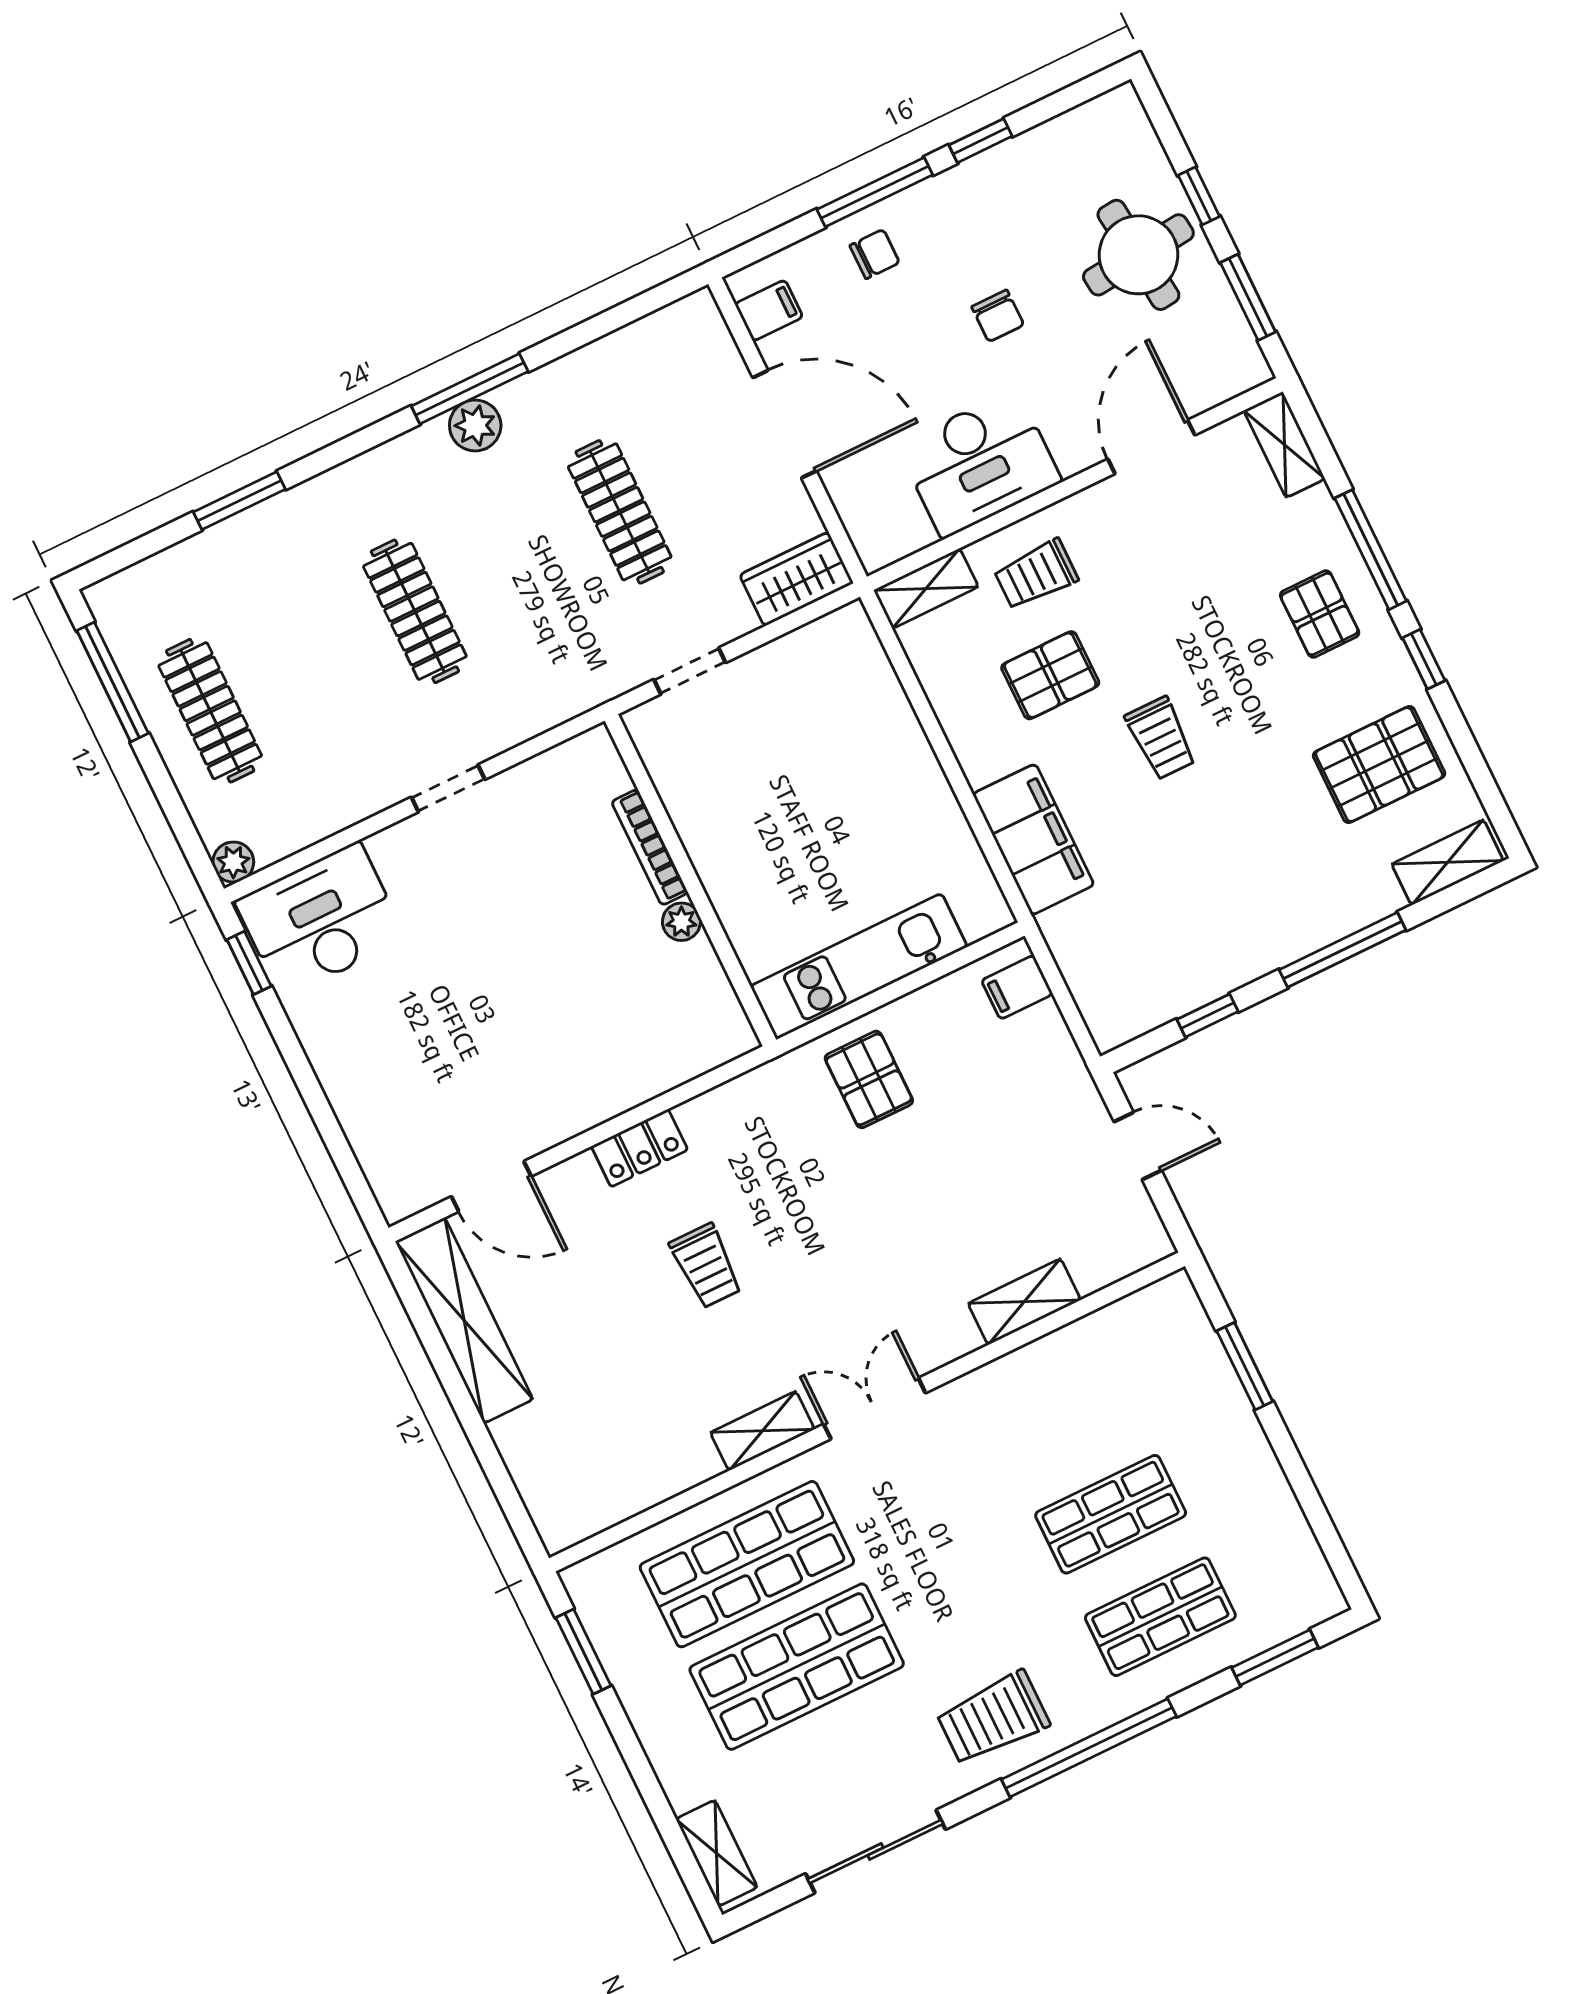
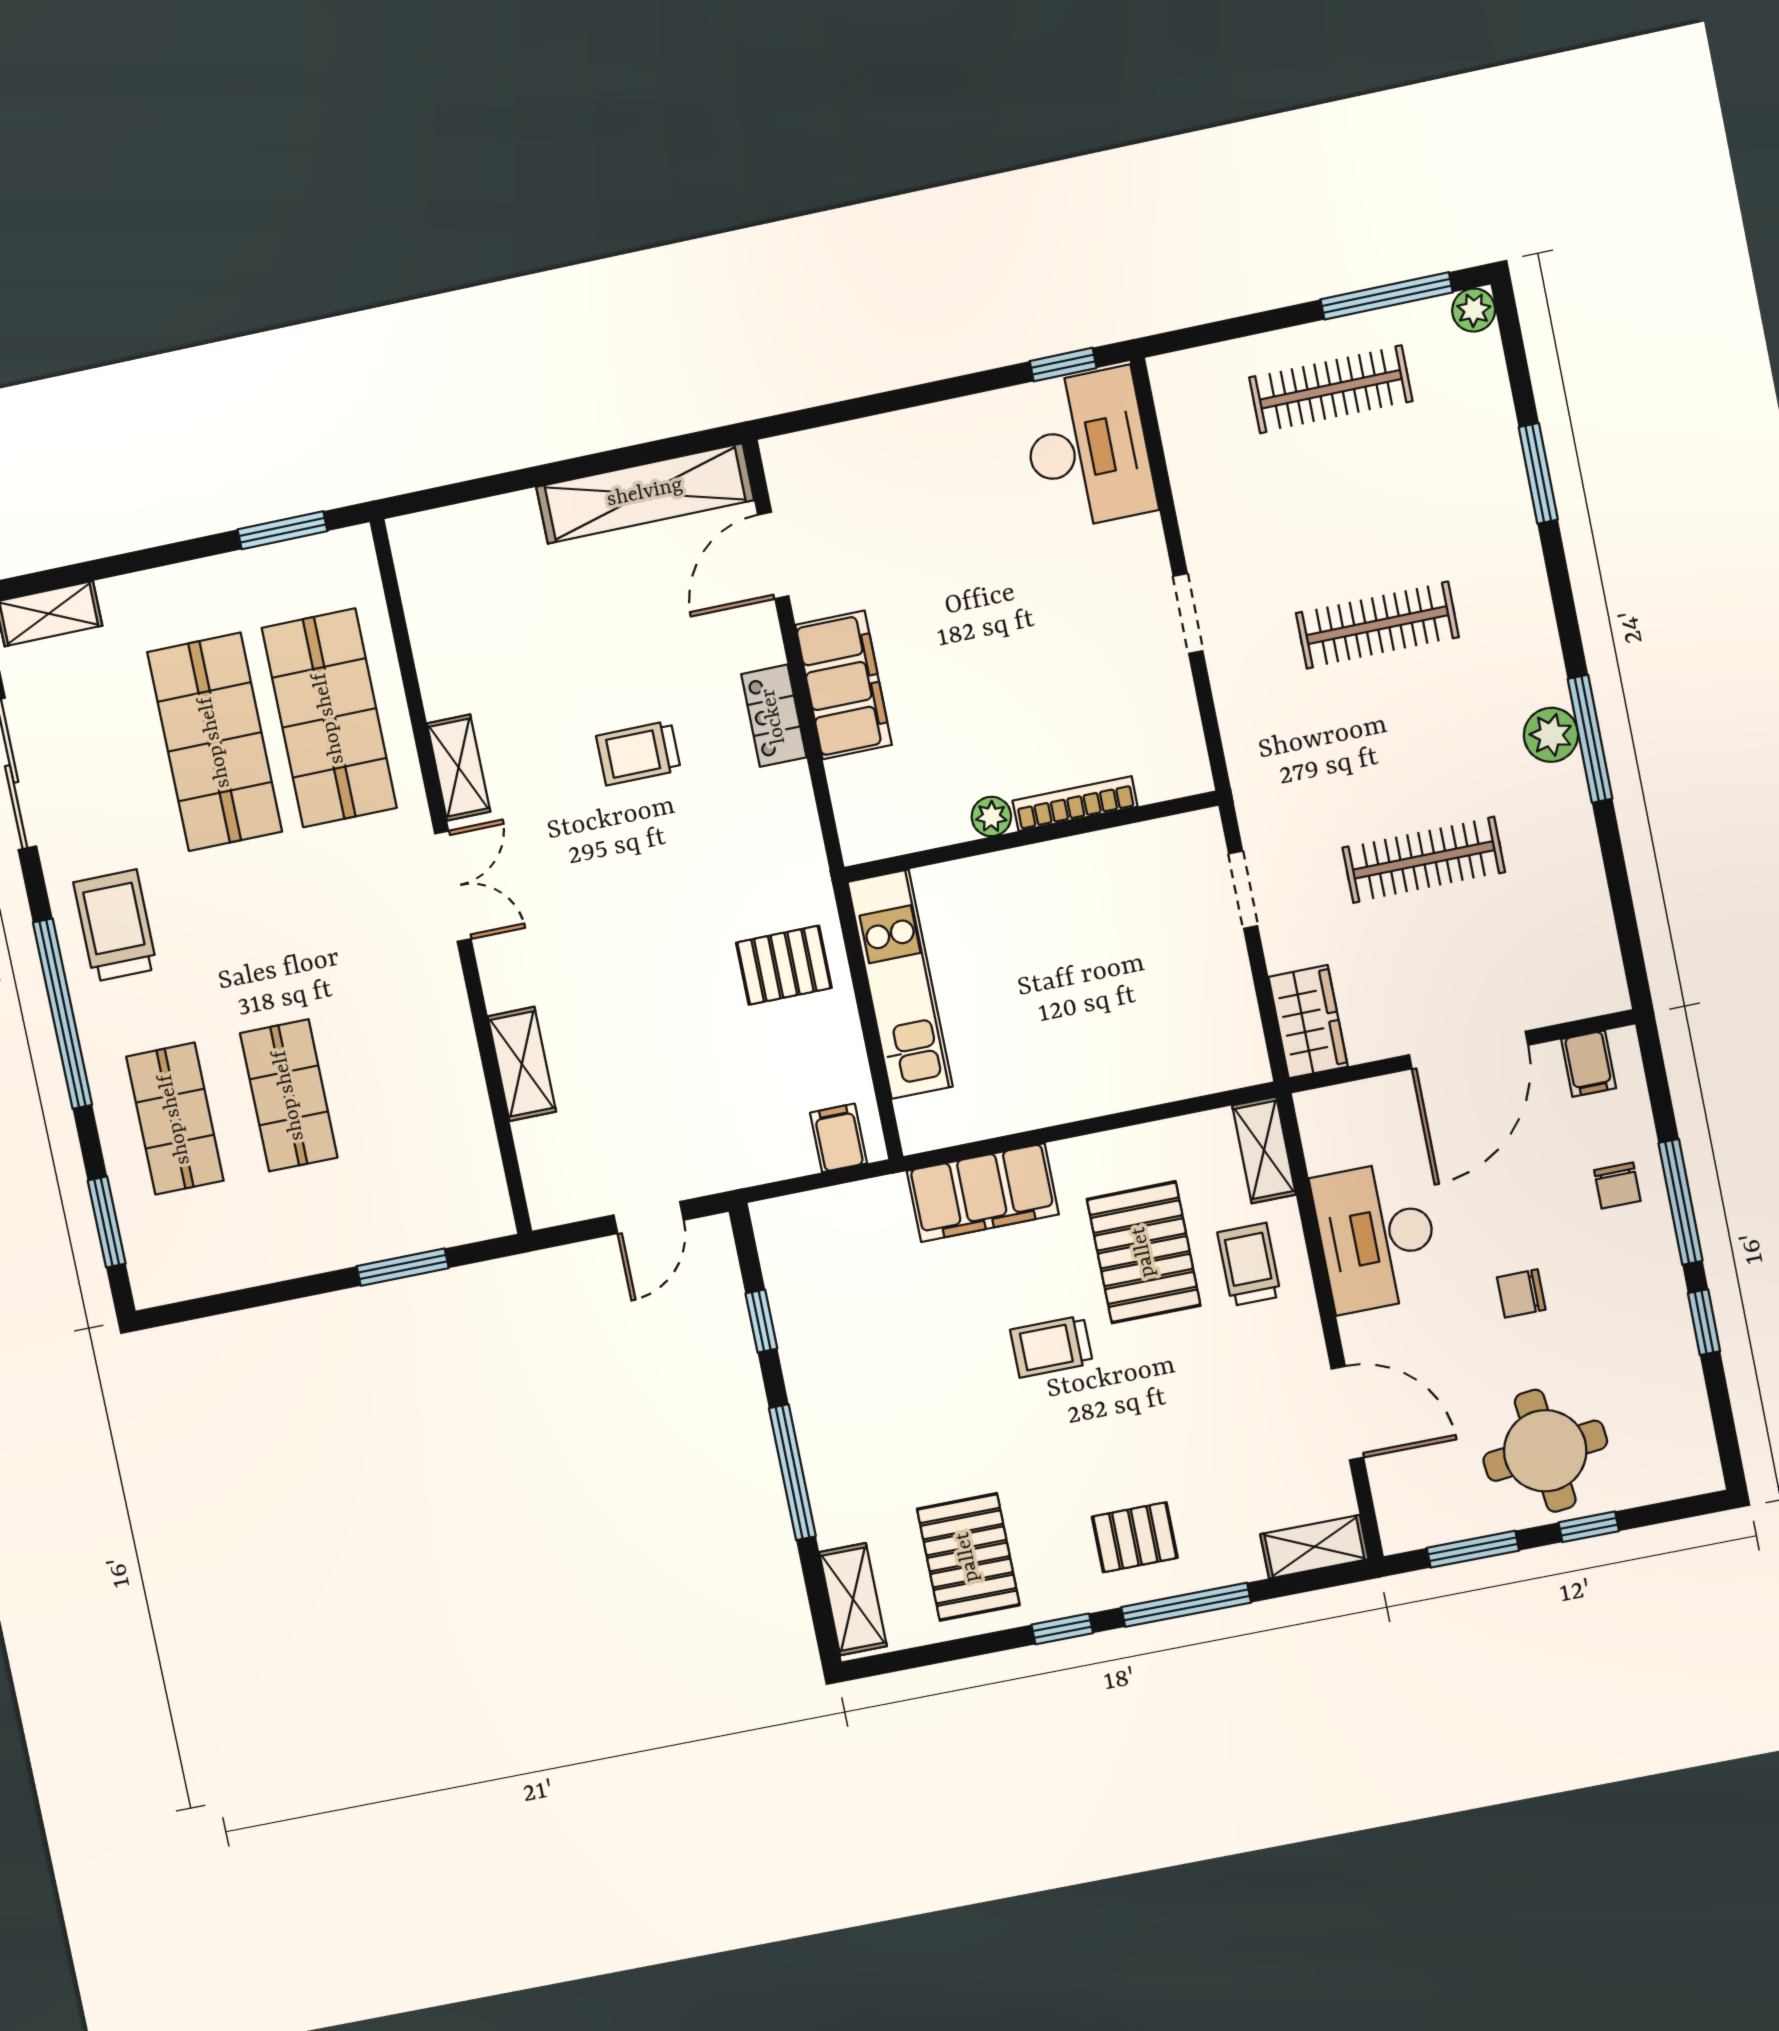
pallet: (1050, 675) -> (1144, 1252), width x1.50, depth x1.42
plant: (233, 862) -> (1474, 310), moved
filing cabinet: (595, 1090) -> (844, 685), added

